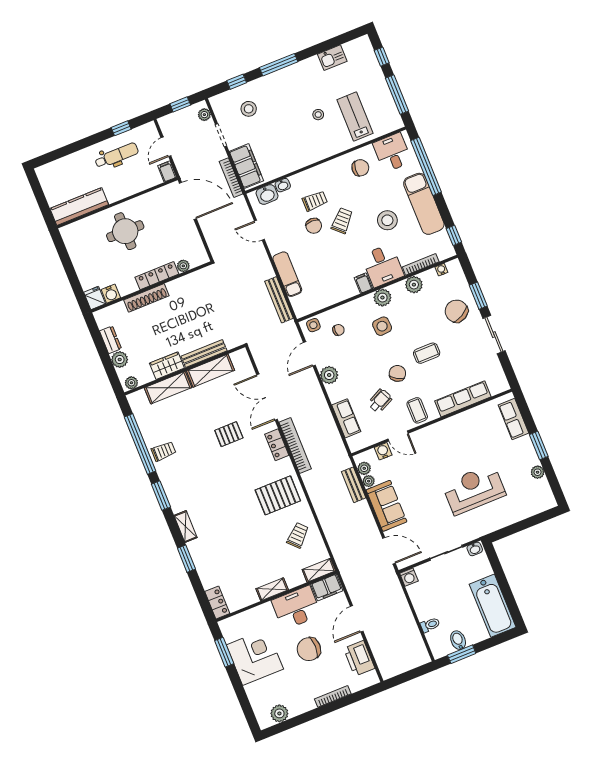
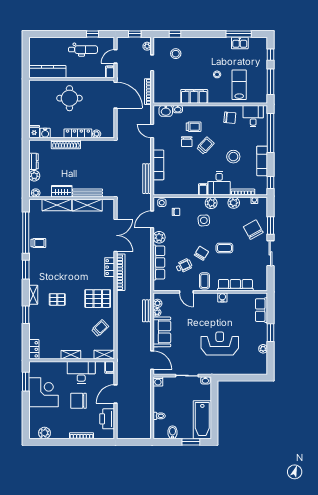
window: (279, 65) -> (239, 34), moved
filing cabinet: (246, 166) -> (194, 96), moved, turned -90
exam couch: (424, 204) -> (262, 161), width x0.73, depth x0.69
double door: (267, 397) -> (115, 235), swing flipped
row of seats: (346, 418) -> (159, 262), width x1.48
pallet: (229, 434) -> (57, 299), moved
water cooler: (383, 451) -> (222, 298), moved
filing cabinet: (327, 588) -> (109, 367), width x0.50
window: (462, 654) -> (191, 442), moved

